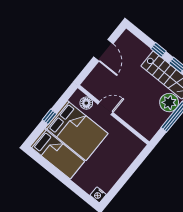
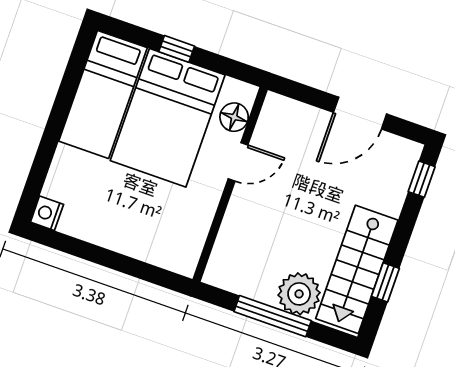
window: (158, 50) -> (422, 179), moved
door: (105, 108) -> (238, 162), hinge flipped

